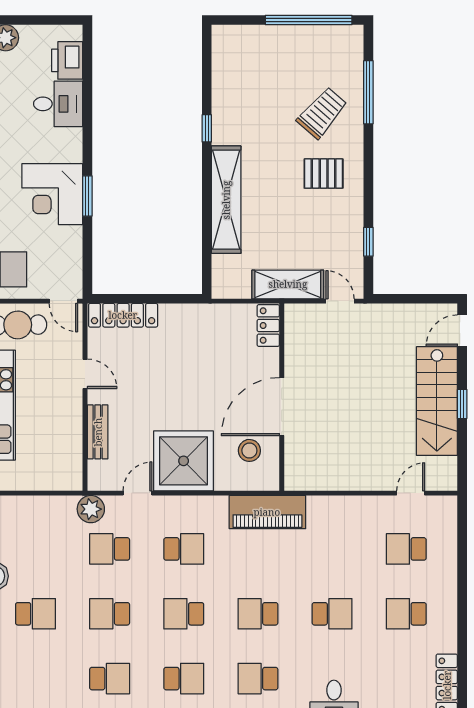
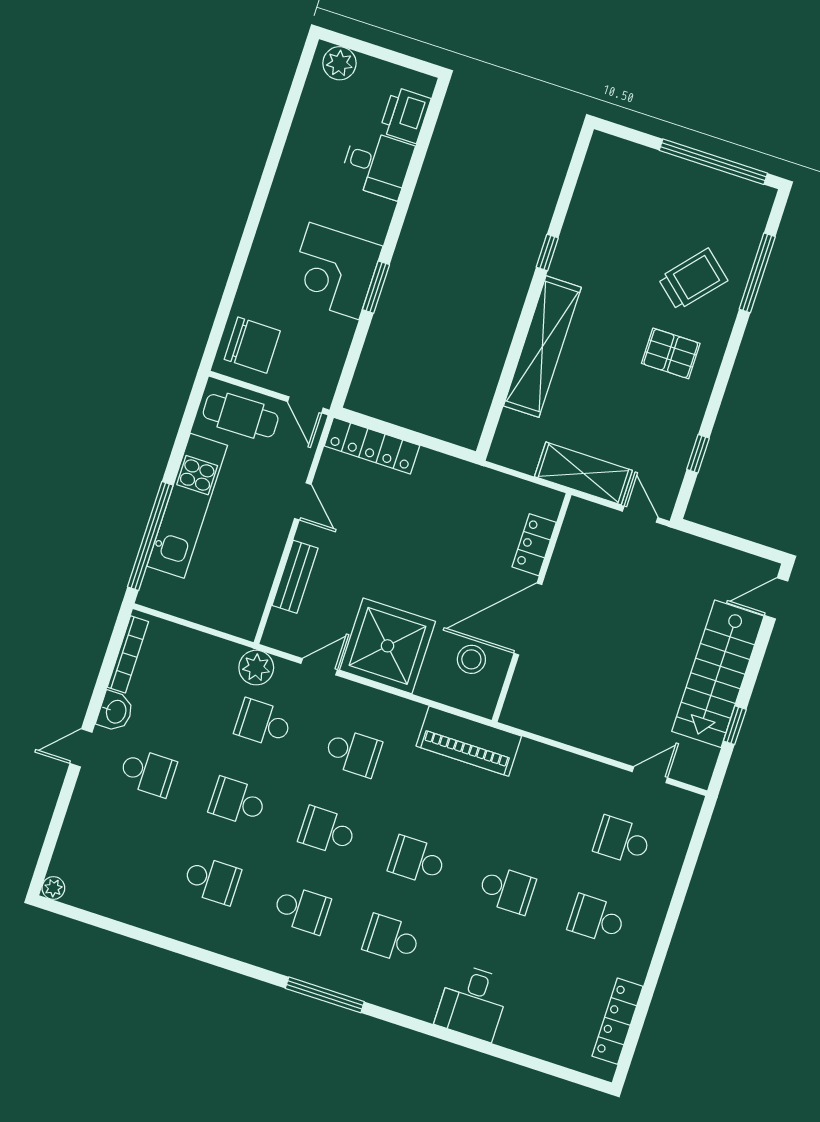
locker: (268, 326) -> (534, 545), moved
window: (462, 404) -> (735, 725), moved

